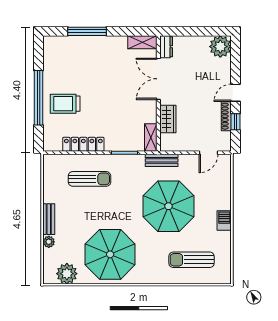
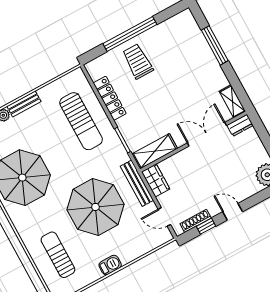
shoe rack: (226, 116) -> (196, 221), moved
wardrobe: (168, 119) -> (156, 180), moved, turned -90
shelving: (151, 137) -> (155, 151), width x1.50, depth x1.33
bench: (162, 160) -> (137, 183), width x1.36
sun lounger: (89, 179) -> (81, 121), width x1.36, depth x1.34

